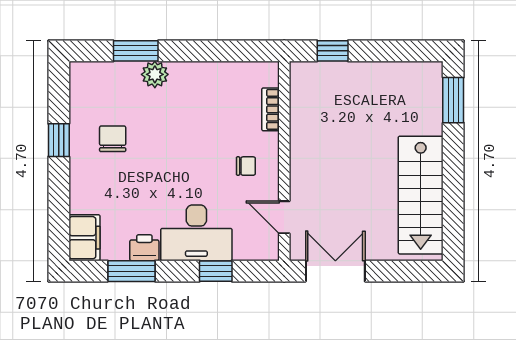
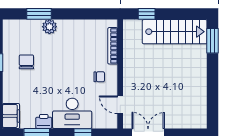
bookcase: (270, 109) -> (113, 46), width x1.56
stairs: (421, 195) -> (175, 32), moved, turned -90

